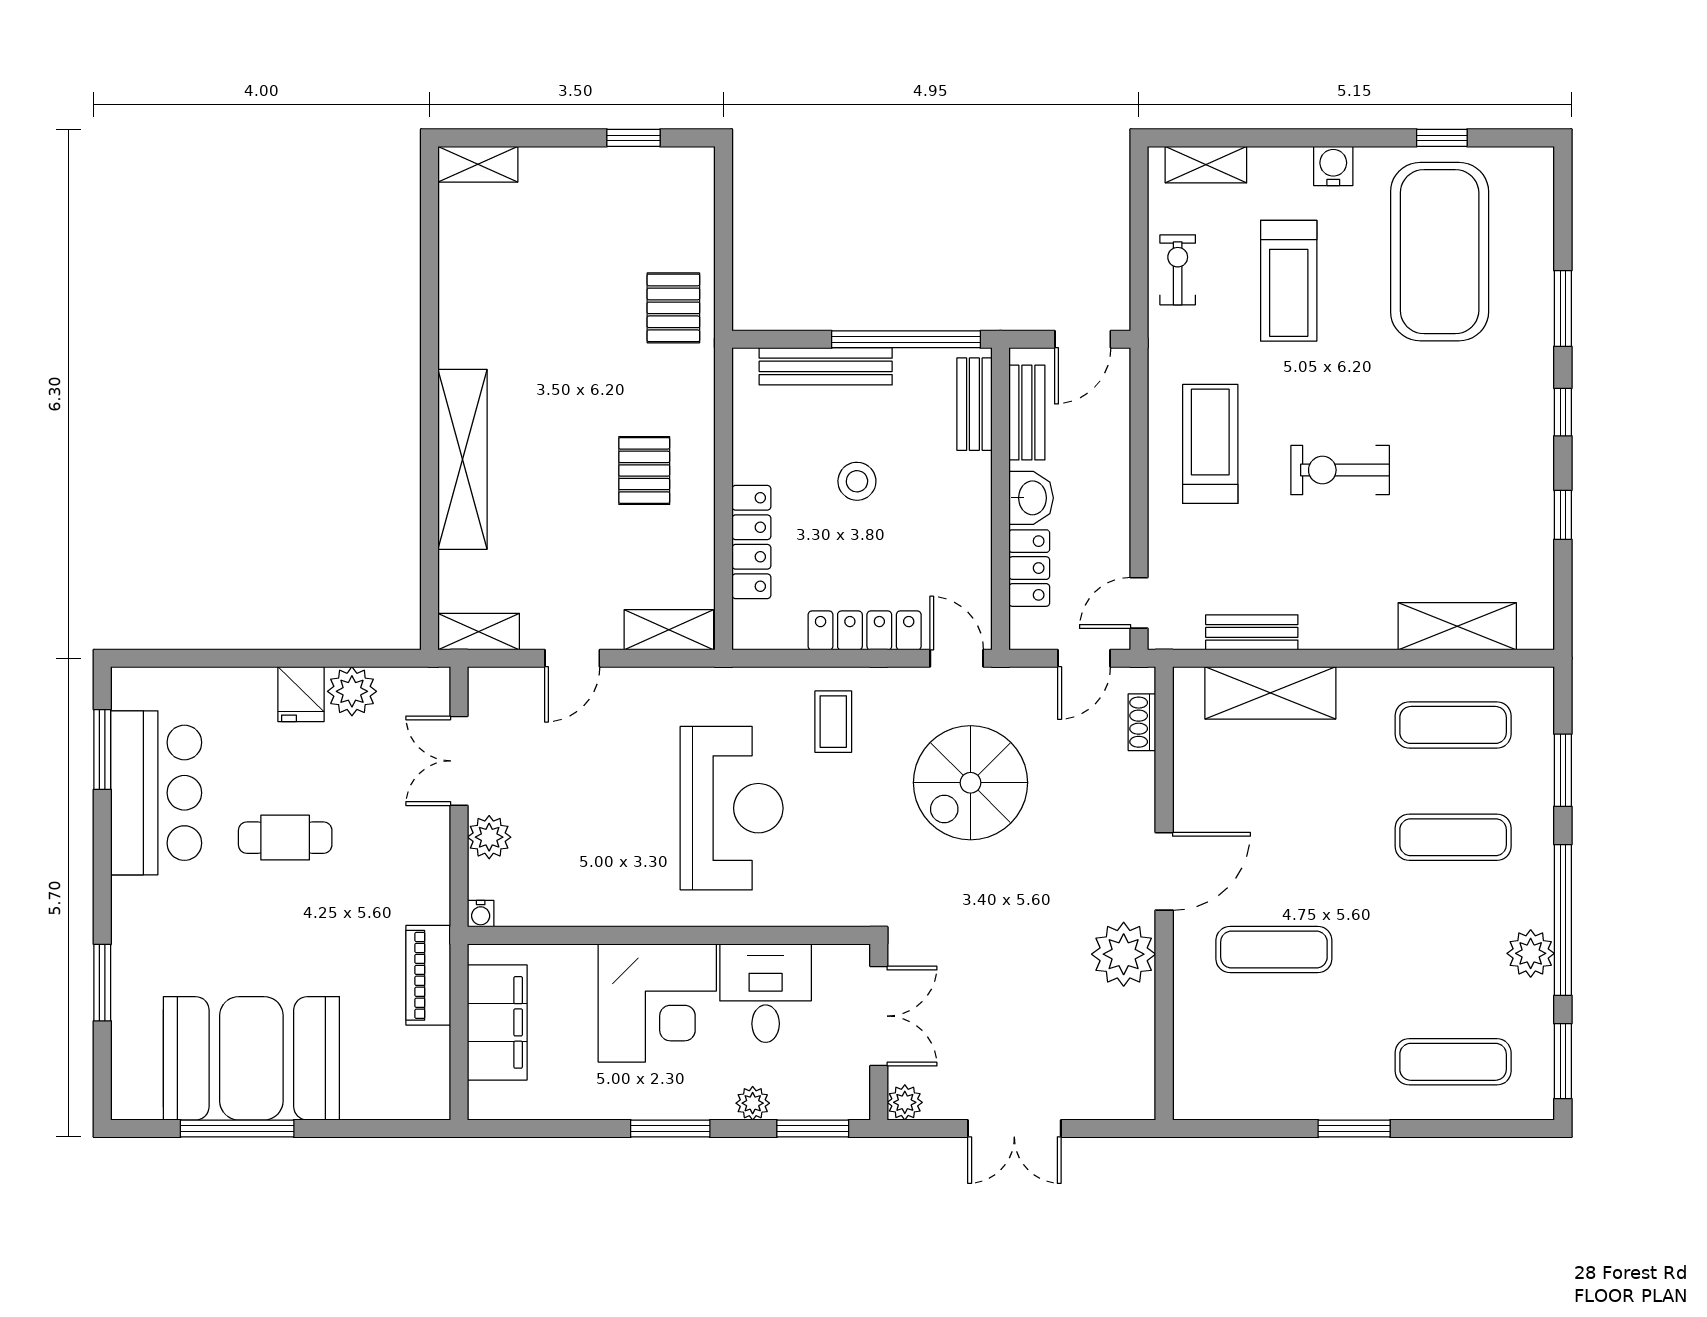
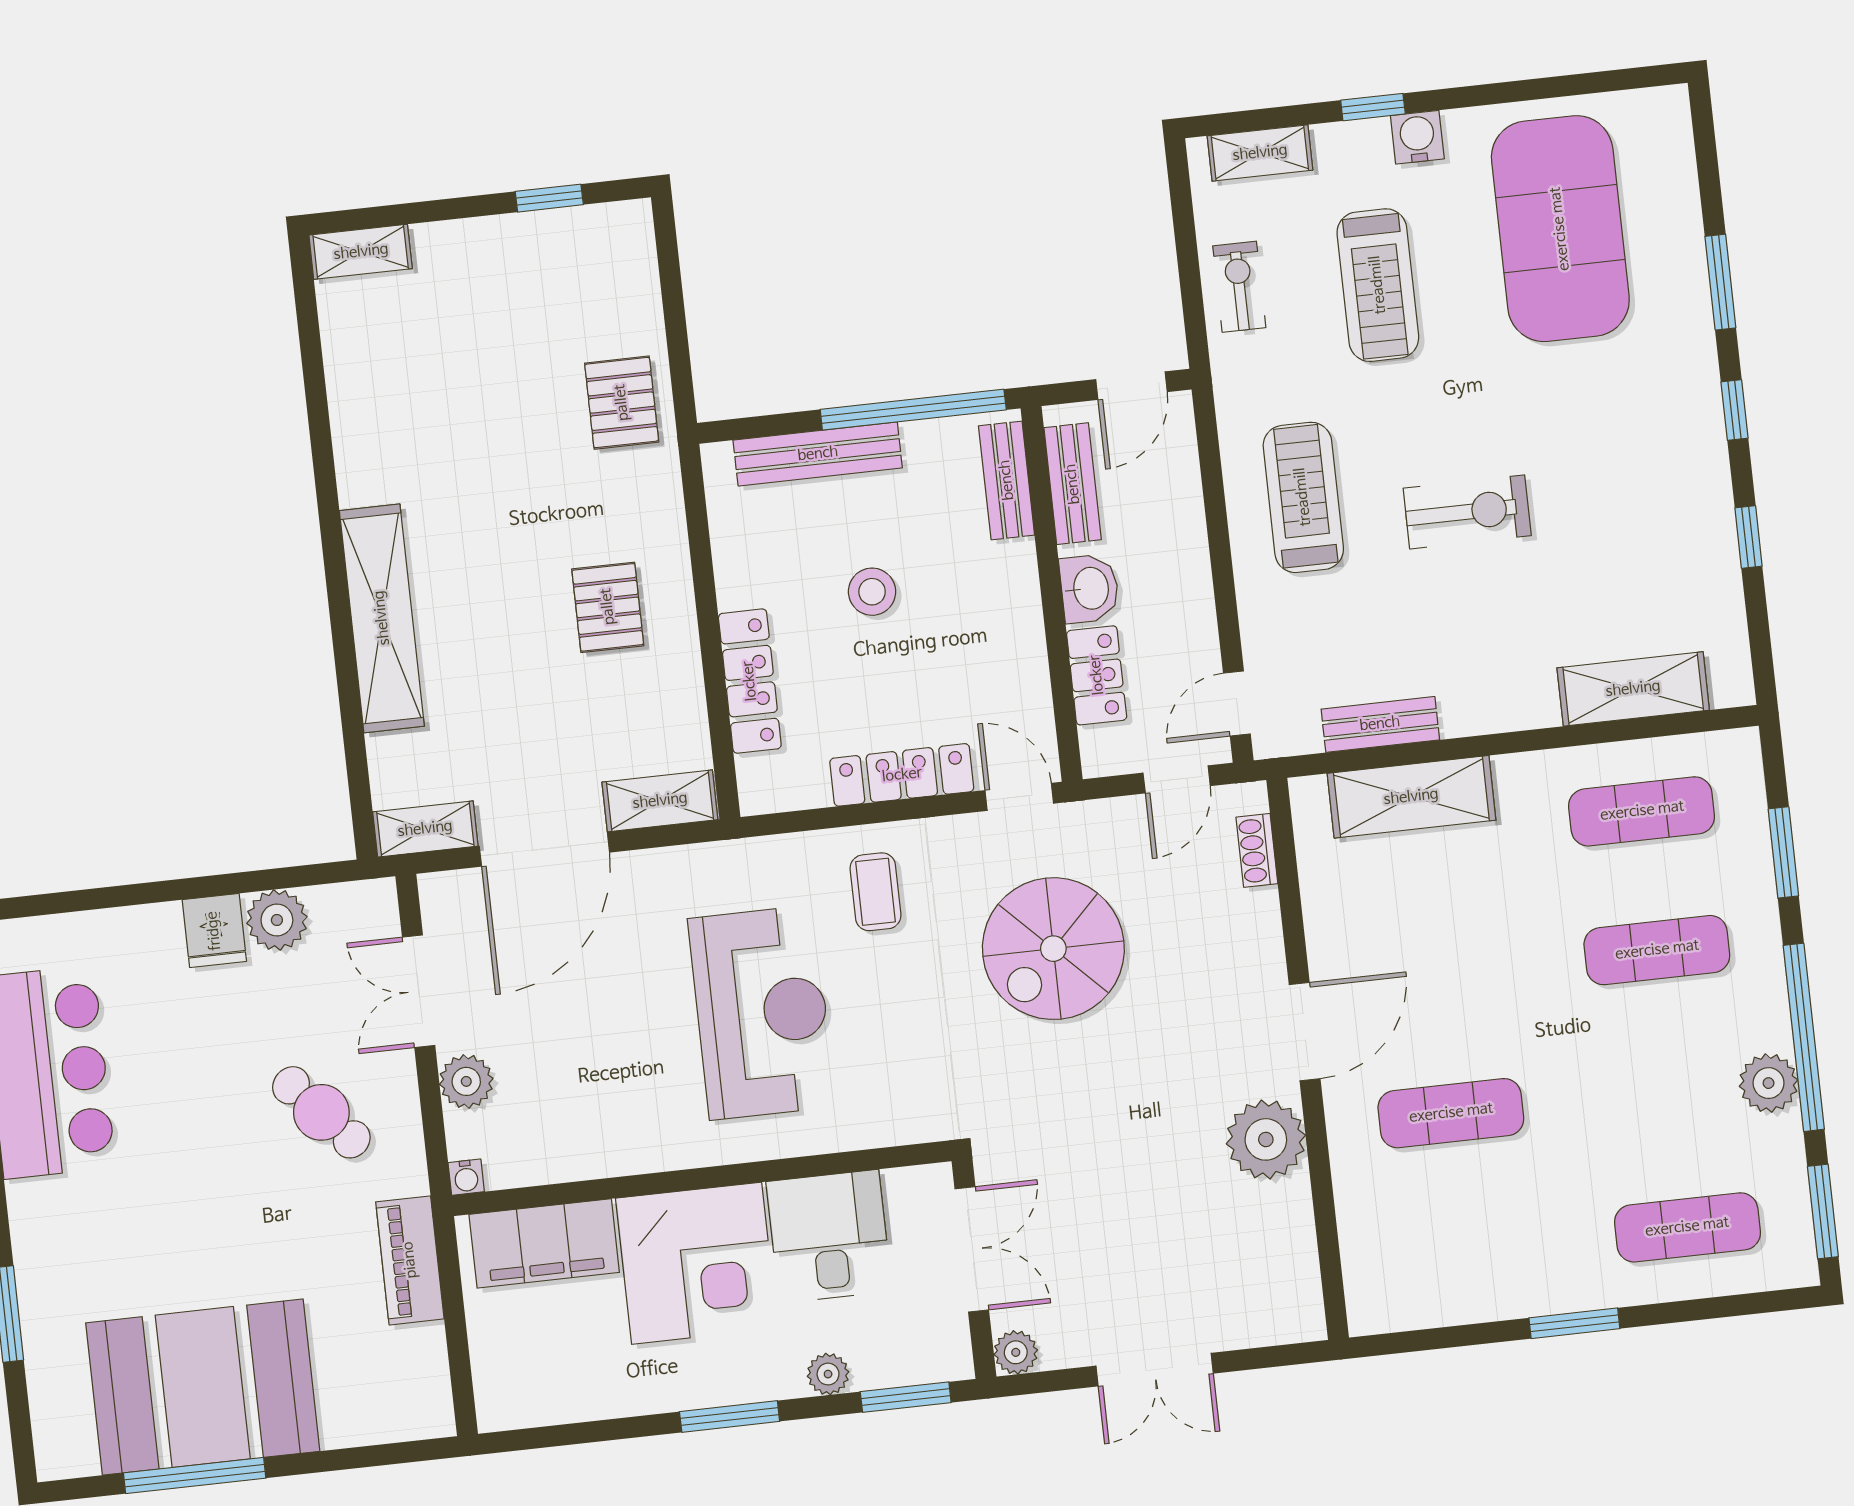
window: (1442, 138) -> (1373, 107), moved
exercise bike: (1340, 470) -> (1467, 512), turned 180
door: (572, 658) -> (544, 849), width x1.88
cafe table: (285, 838) -> (321, 1112), moved, turned 48
filing cabinet: (497, 1022) -> (544, 1243), moved, turned 90

